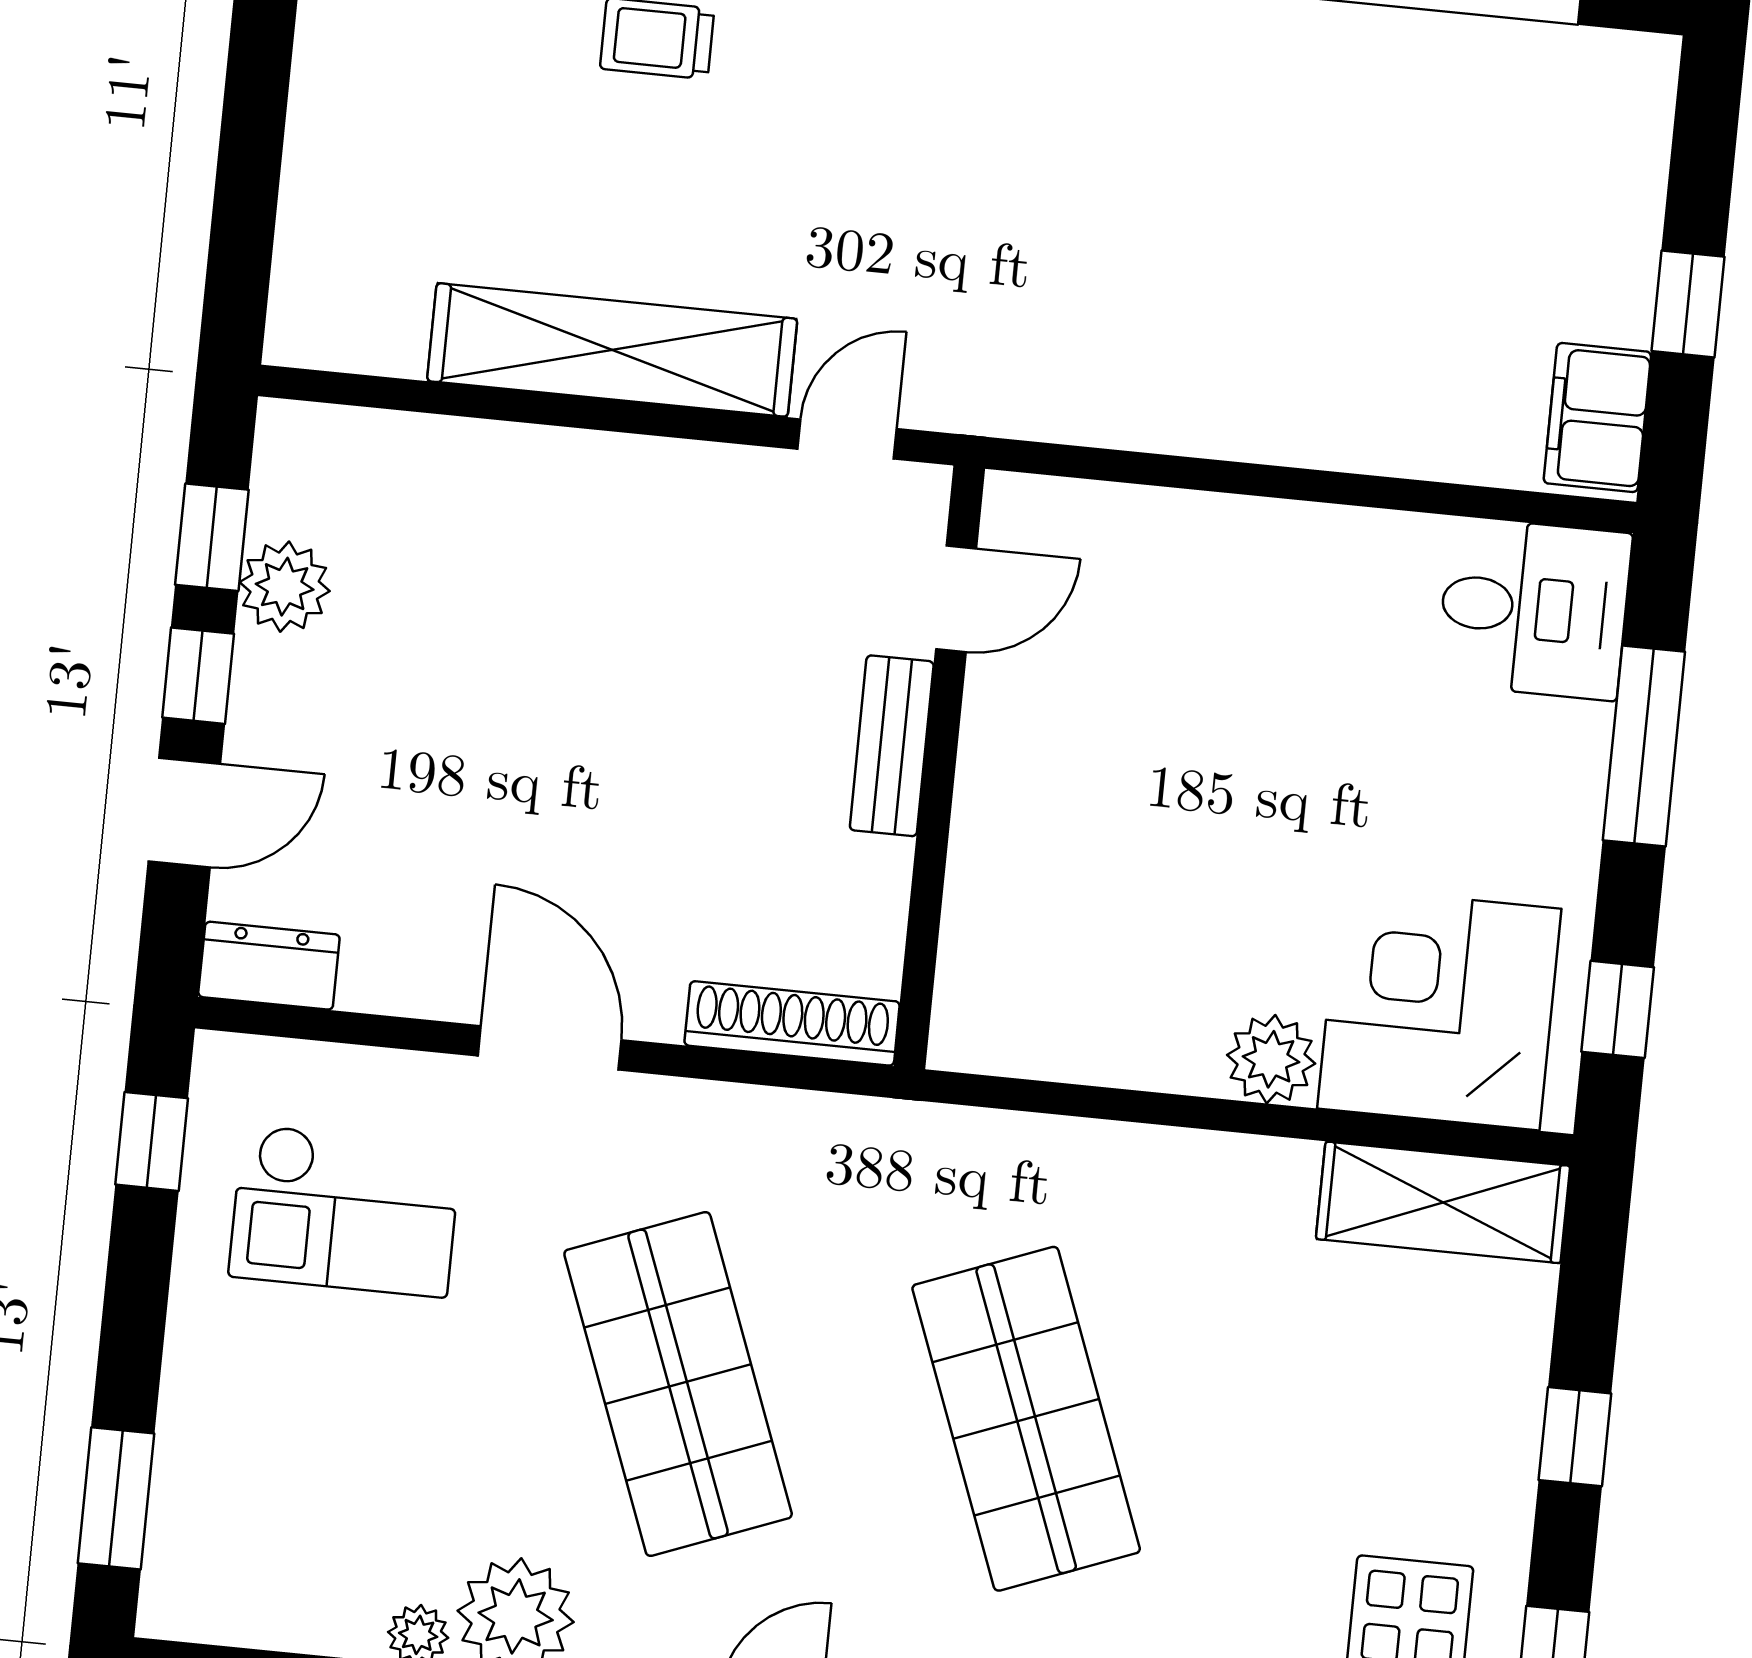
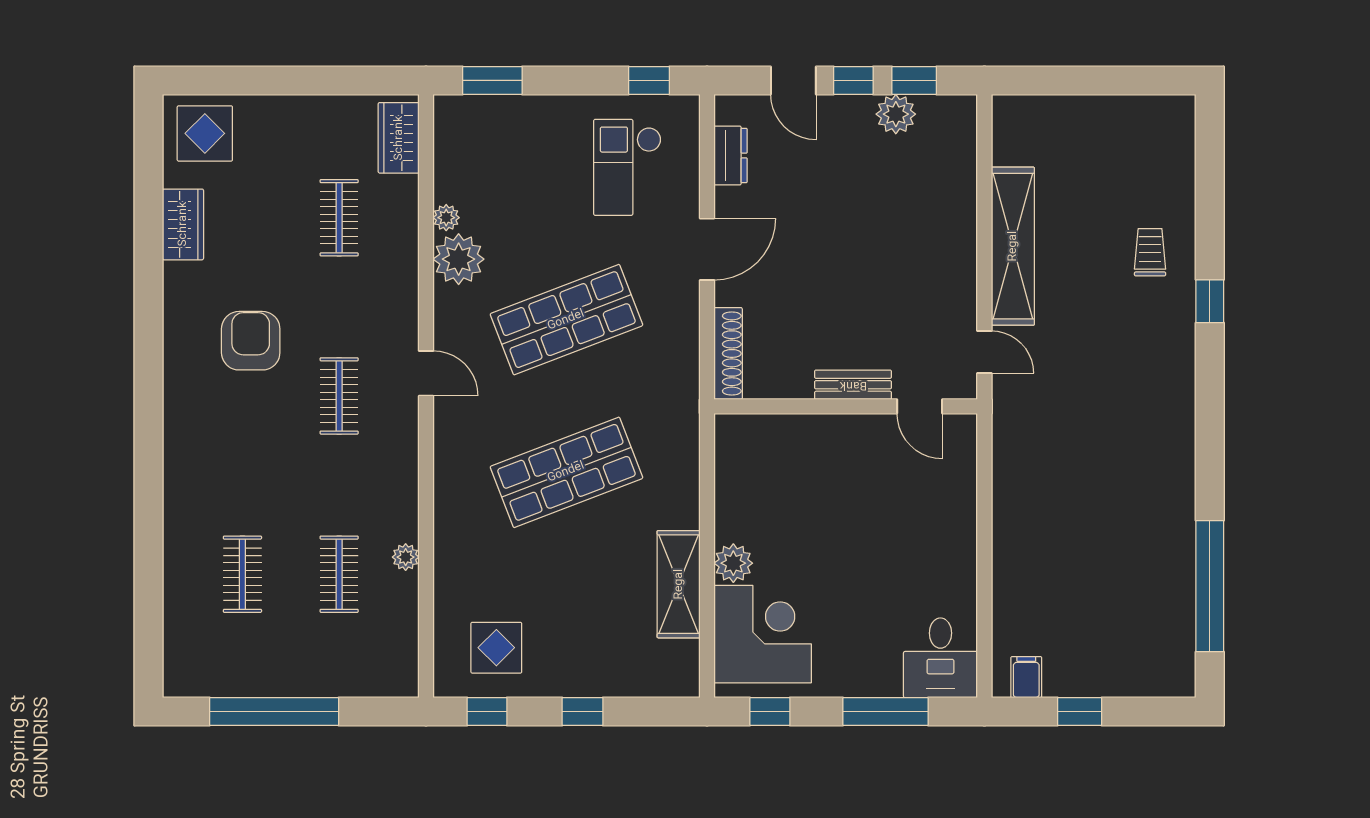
filing cabinet: (1597, 417) -> (1026, 677), width x0.50
dresser: (269, 966) -> (730, 156), moved
shelving: (1443, 1202) -> (679, 584), moved

